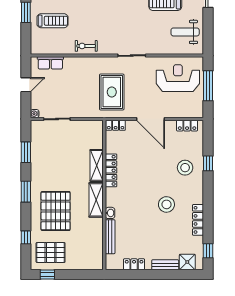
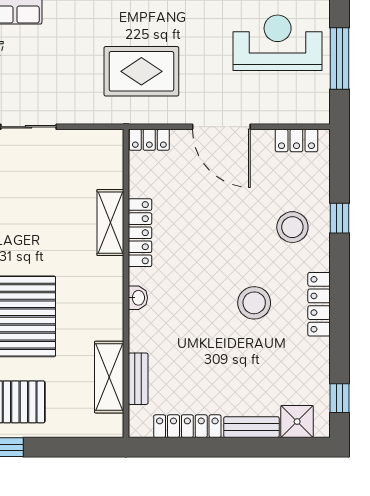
rug: (112, 92) -> (141, 71), turned 90
shelving: (96, 200) -> (109, 377), moved
washbasin: (110, 213) -> (138, 298), moved
locker: (198, 220) -> (319, 304), moved
bench: (110, 237) -> (138, 379), width x0.73
locker: (134, 264) -> (187, 426), width x1.53

